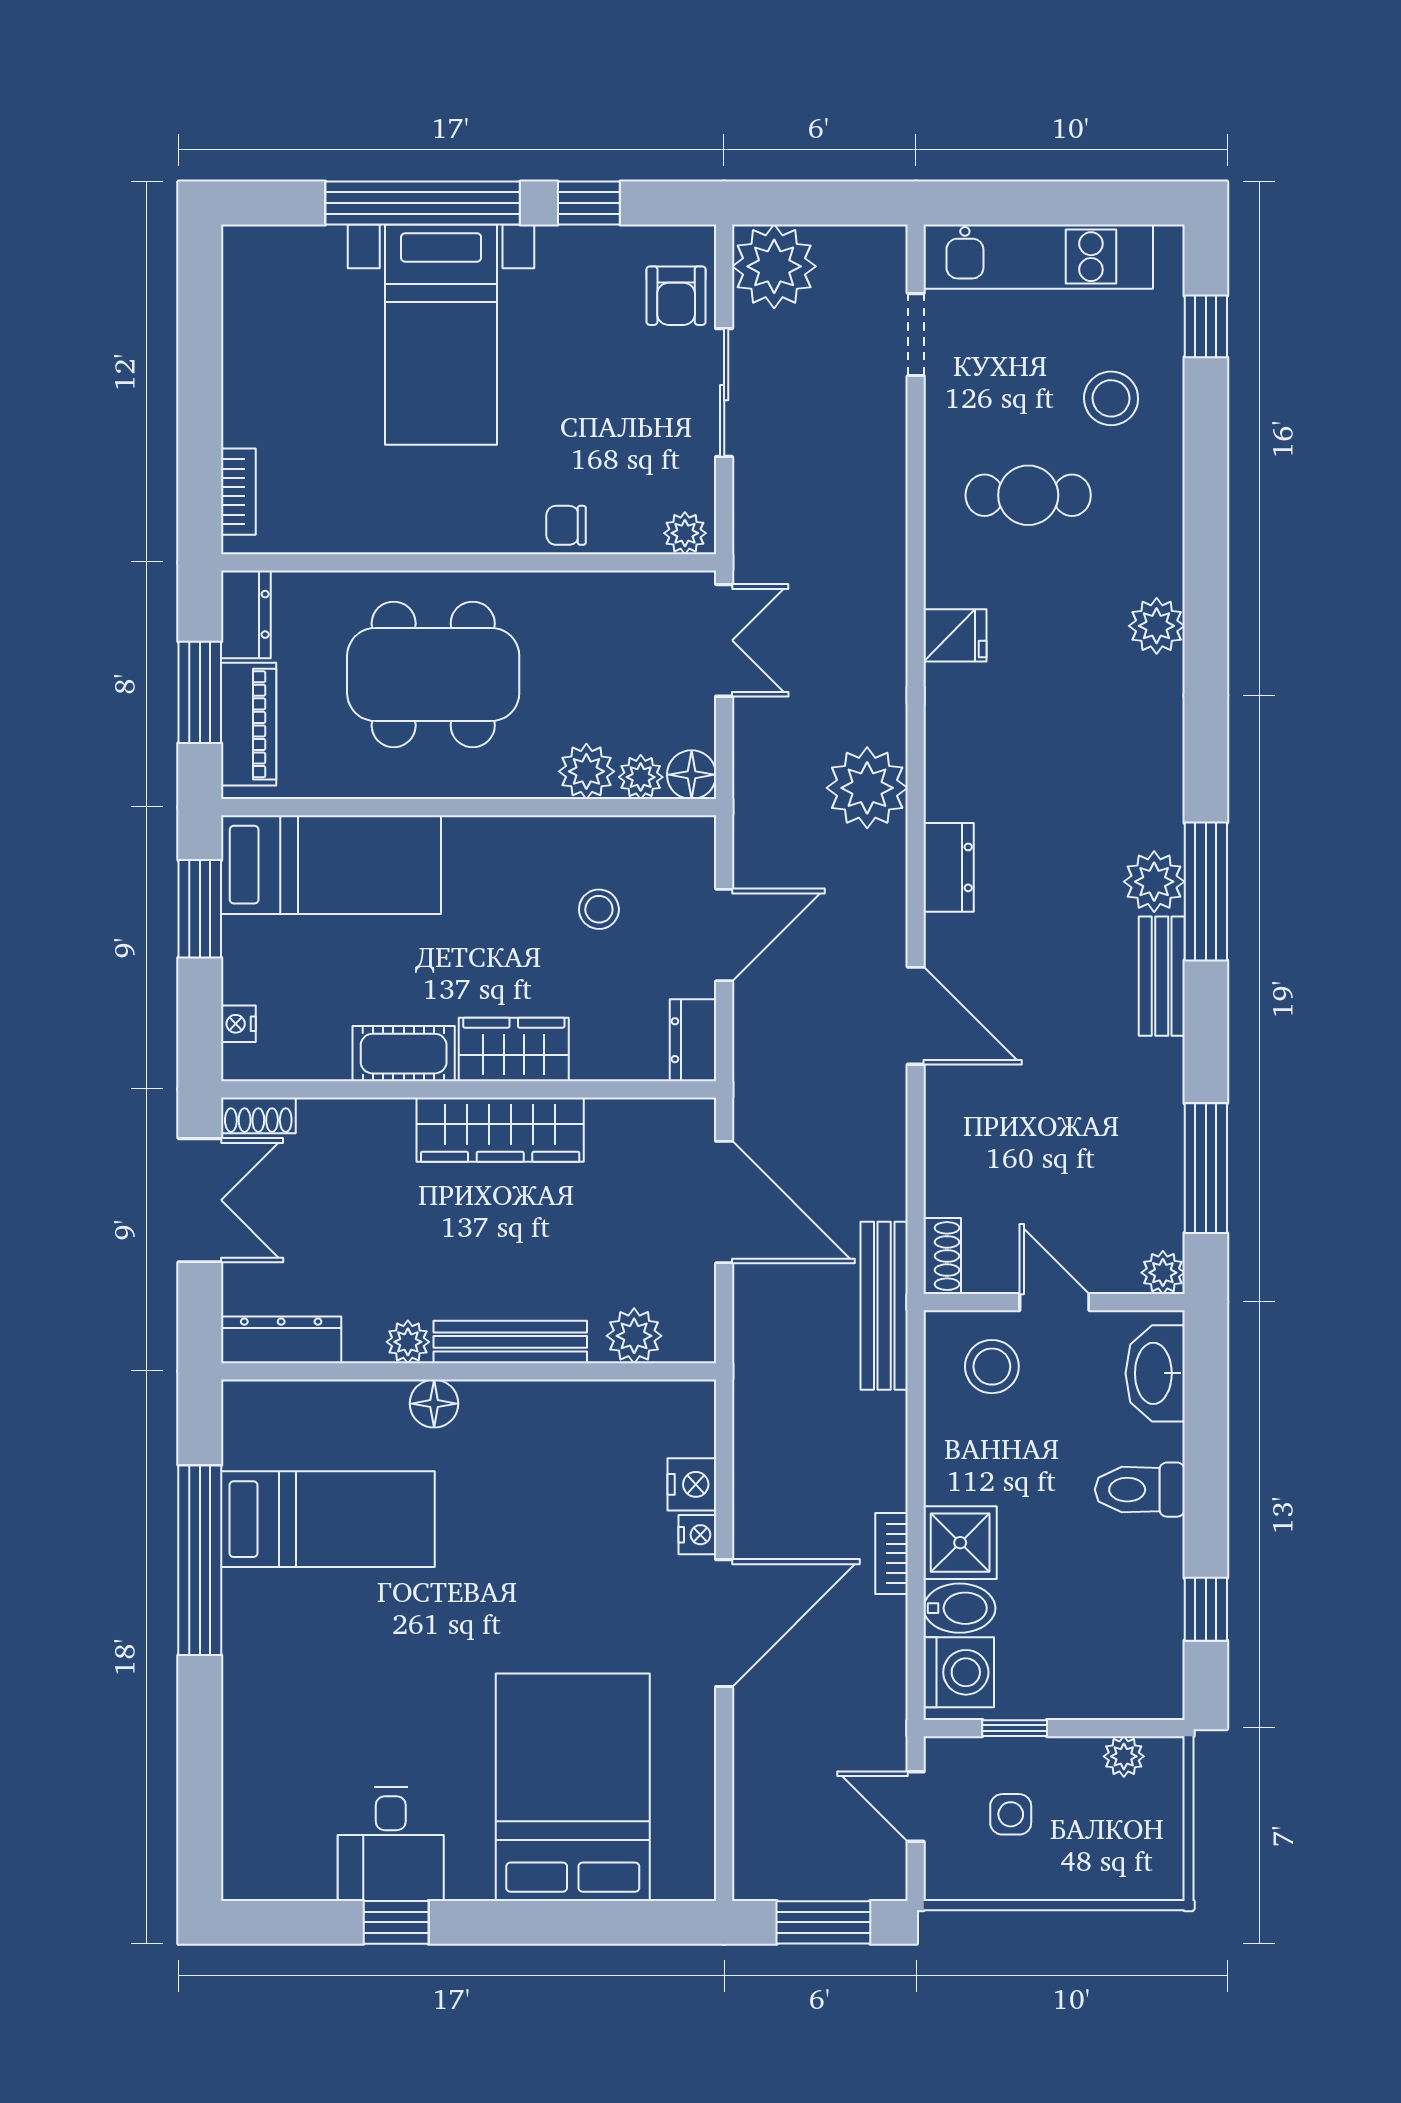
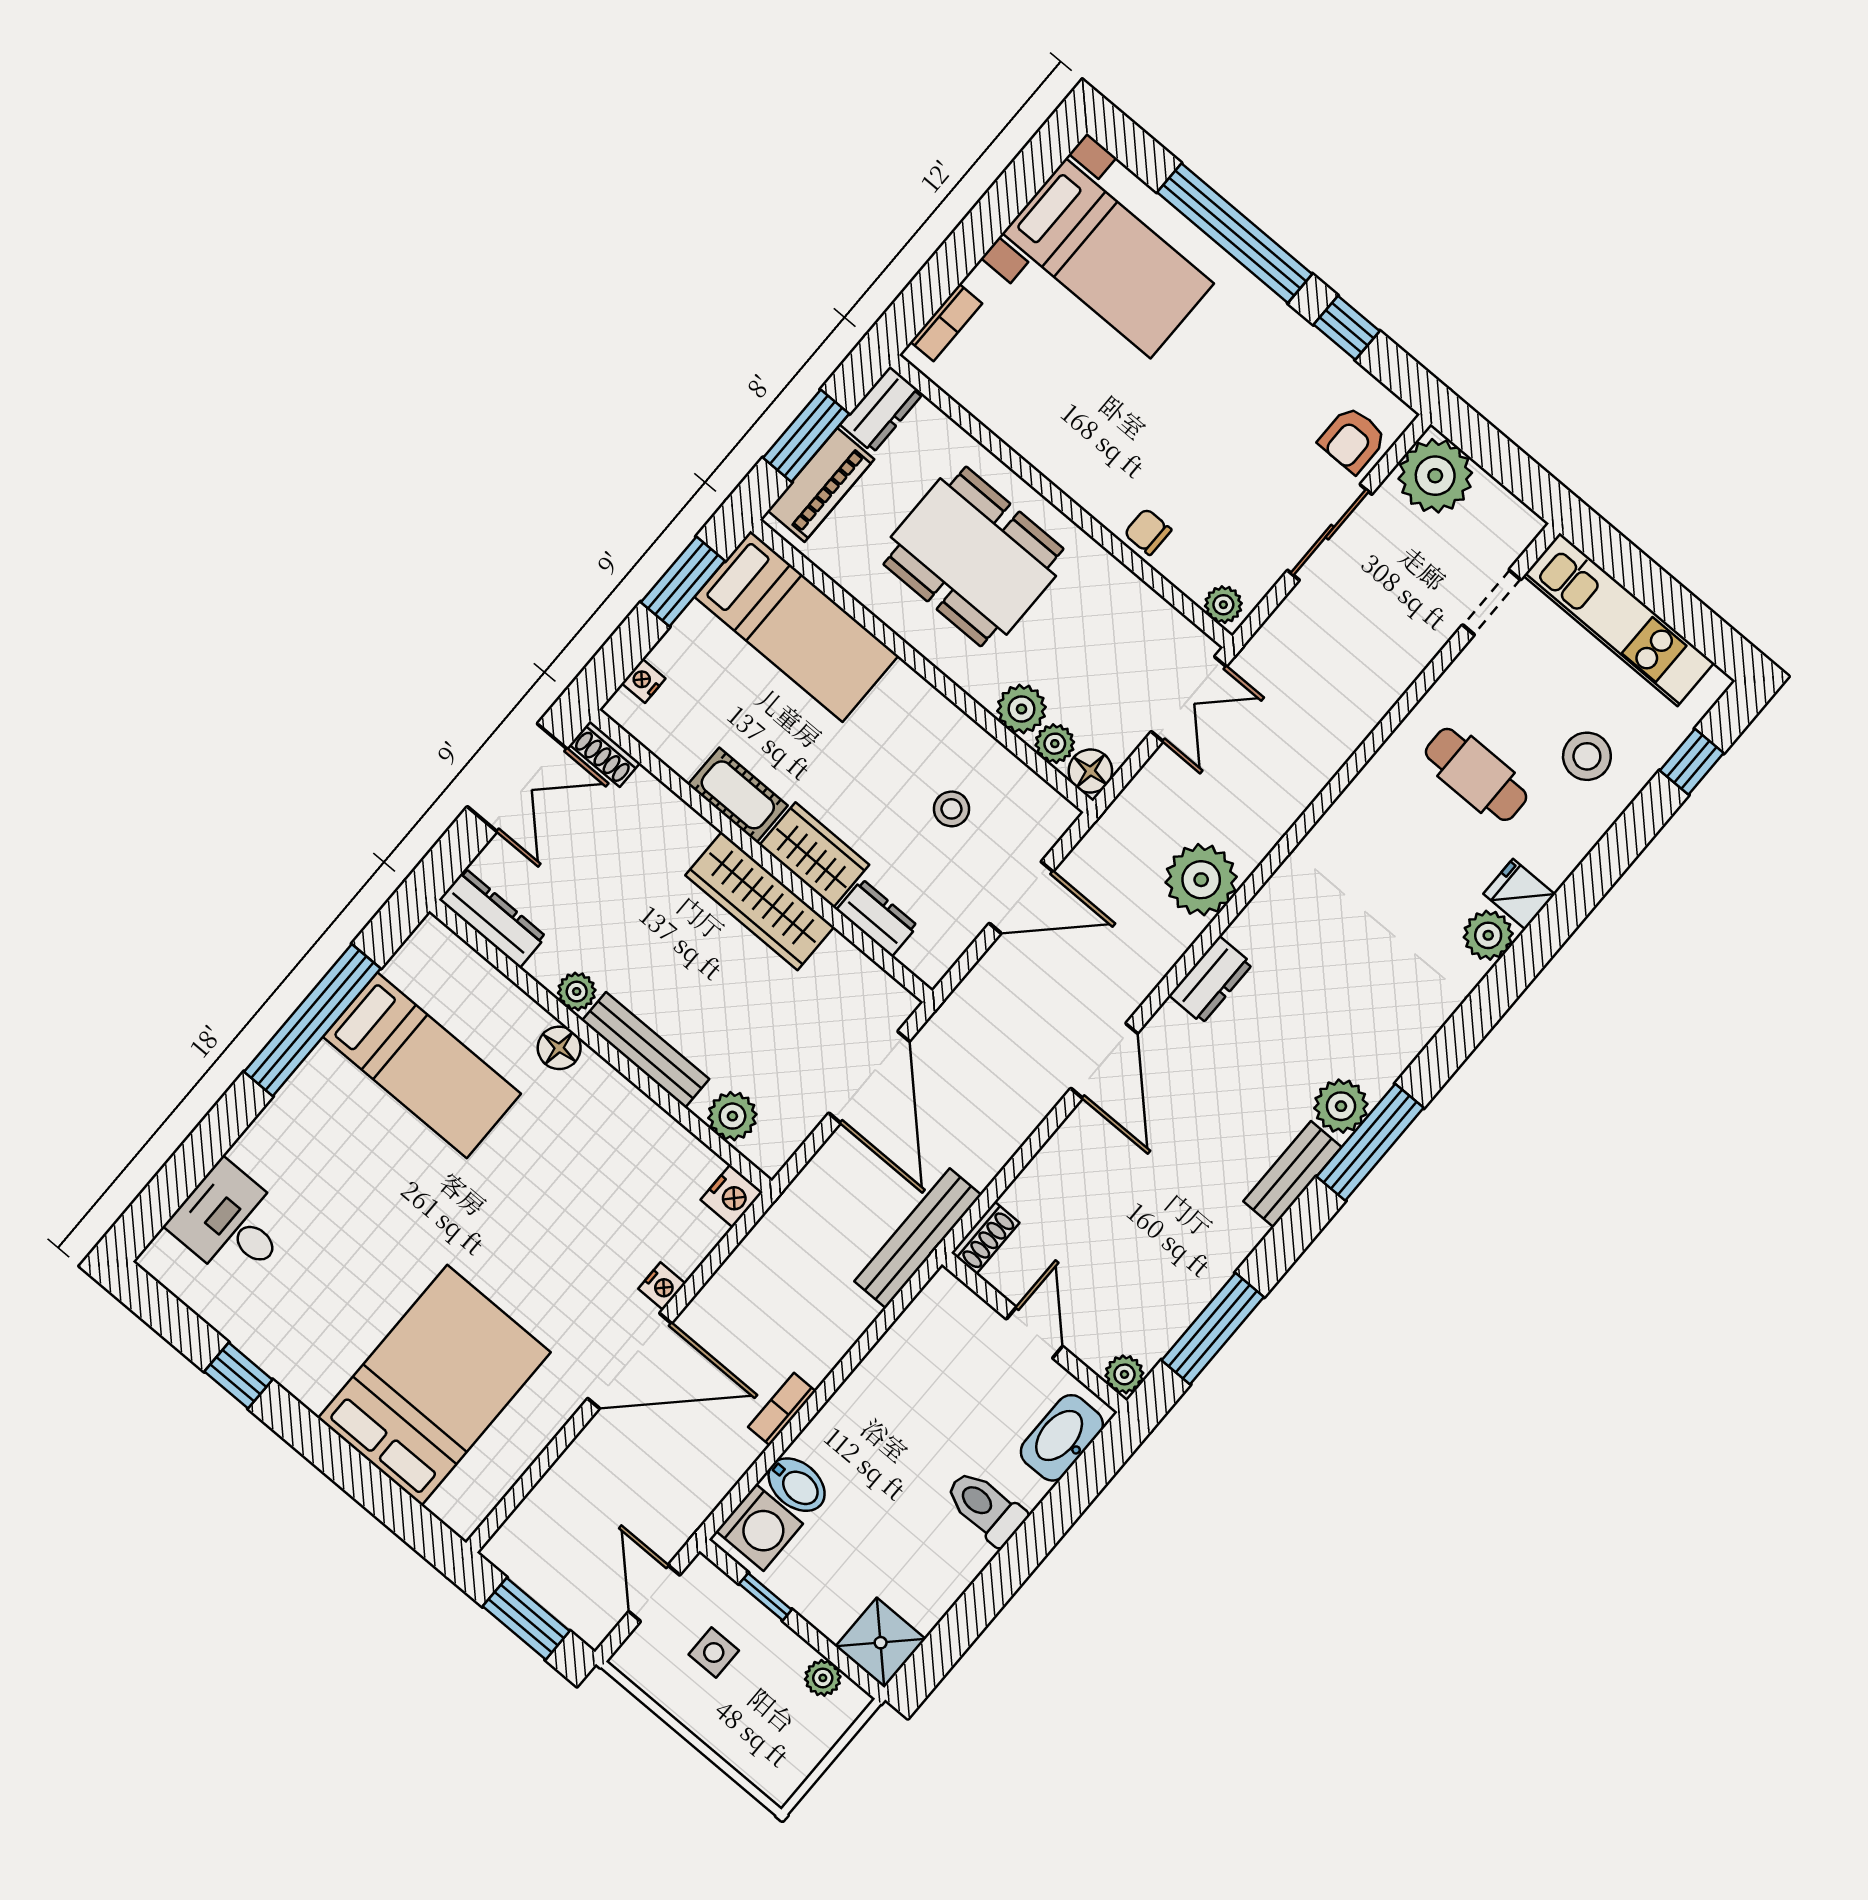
bed with nightstands: (441, 335) -> (1108, 258), moved, turned -90
fridge: (955, 635) -> (1519, 894), moved, turned 180
dresser: (693, 1040) -> (877, 918), moved, turned 90
stool: (992, 1367) -> (956, 1340), removed
nightstand: (692, 1484) -> (732, 1196), moved
shower: (960, 1543) -> (881, 1643), moved
window: (1206, 1609) -> (962, 1626), removed
desk: (391, 1844) -> (231, 1223), moved, turned 90

